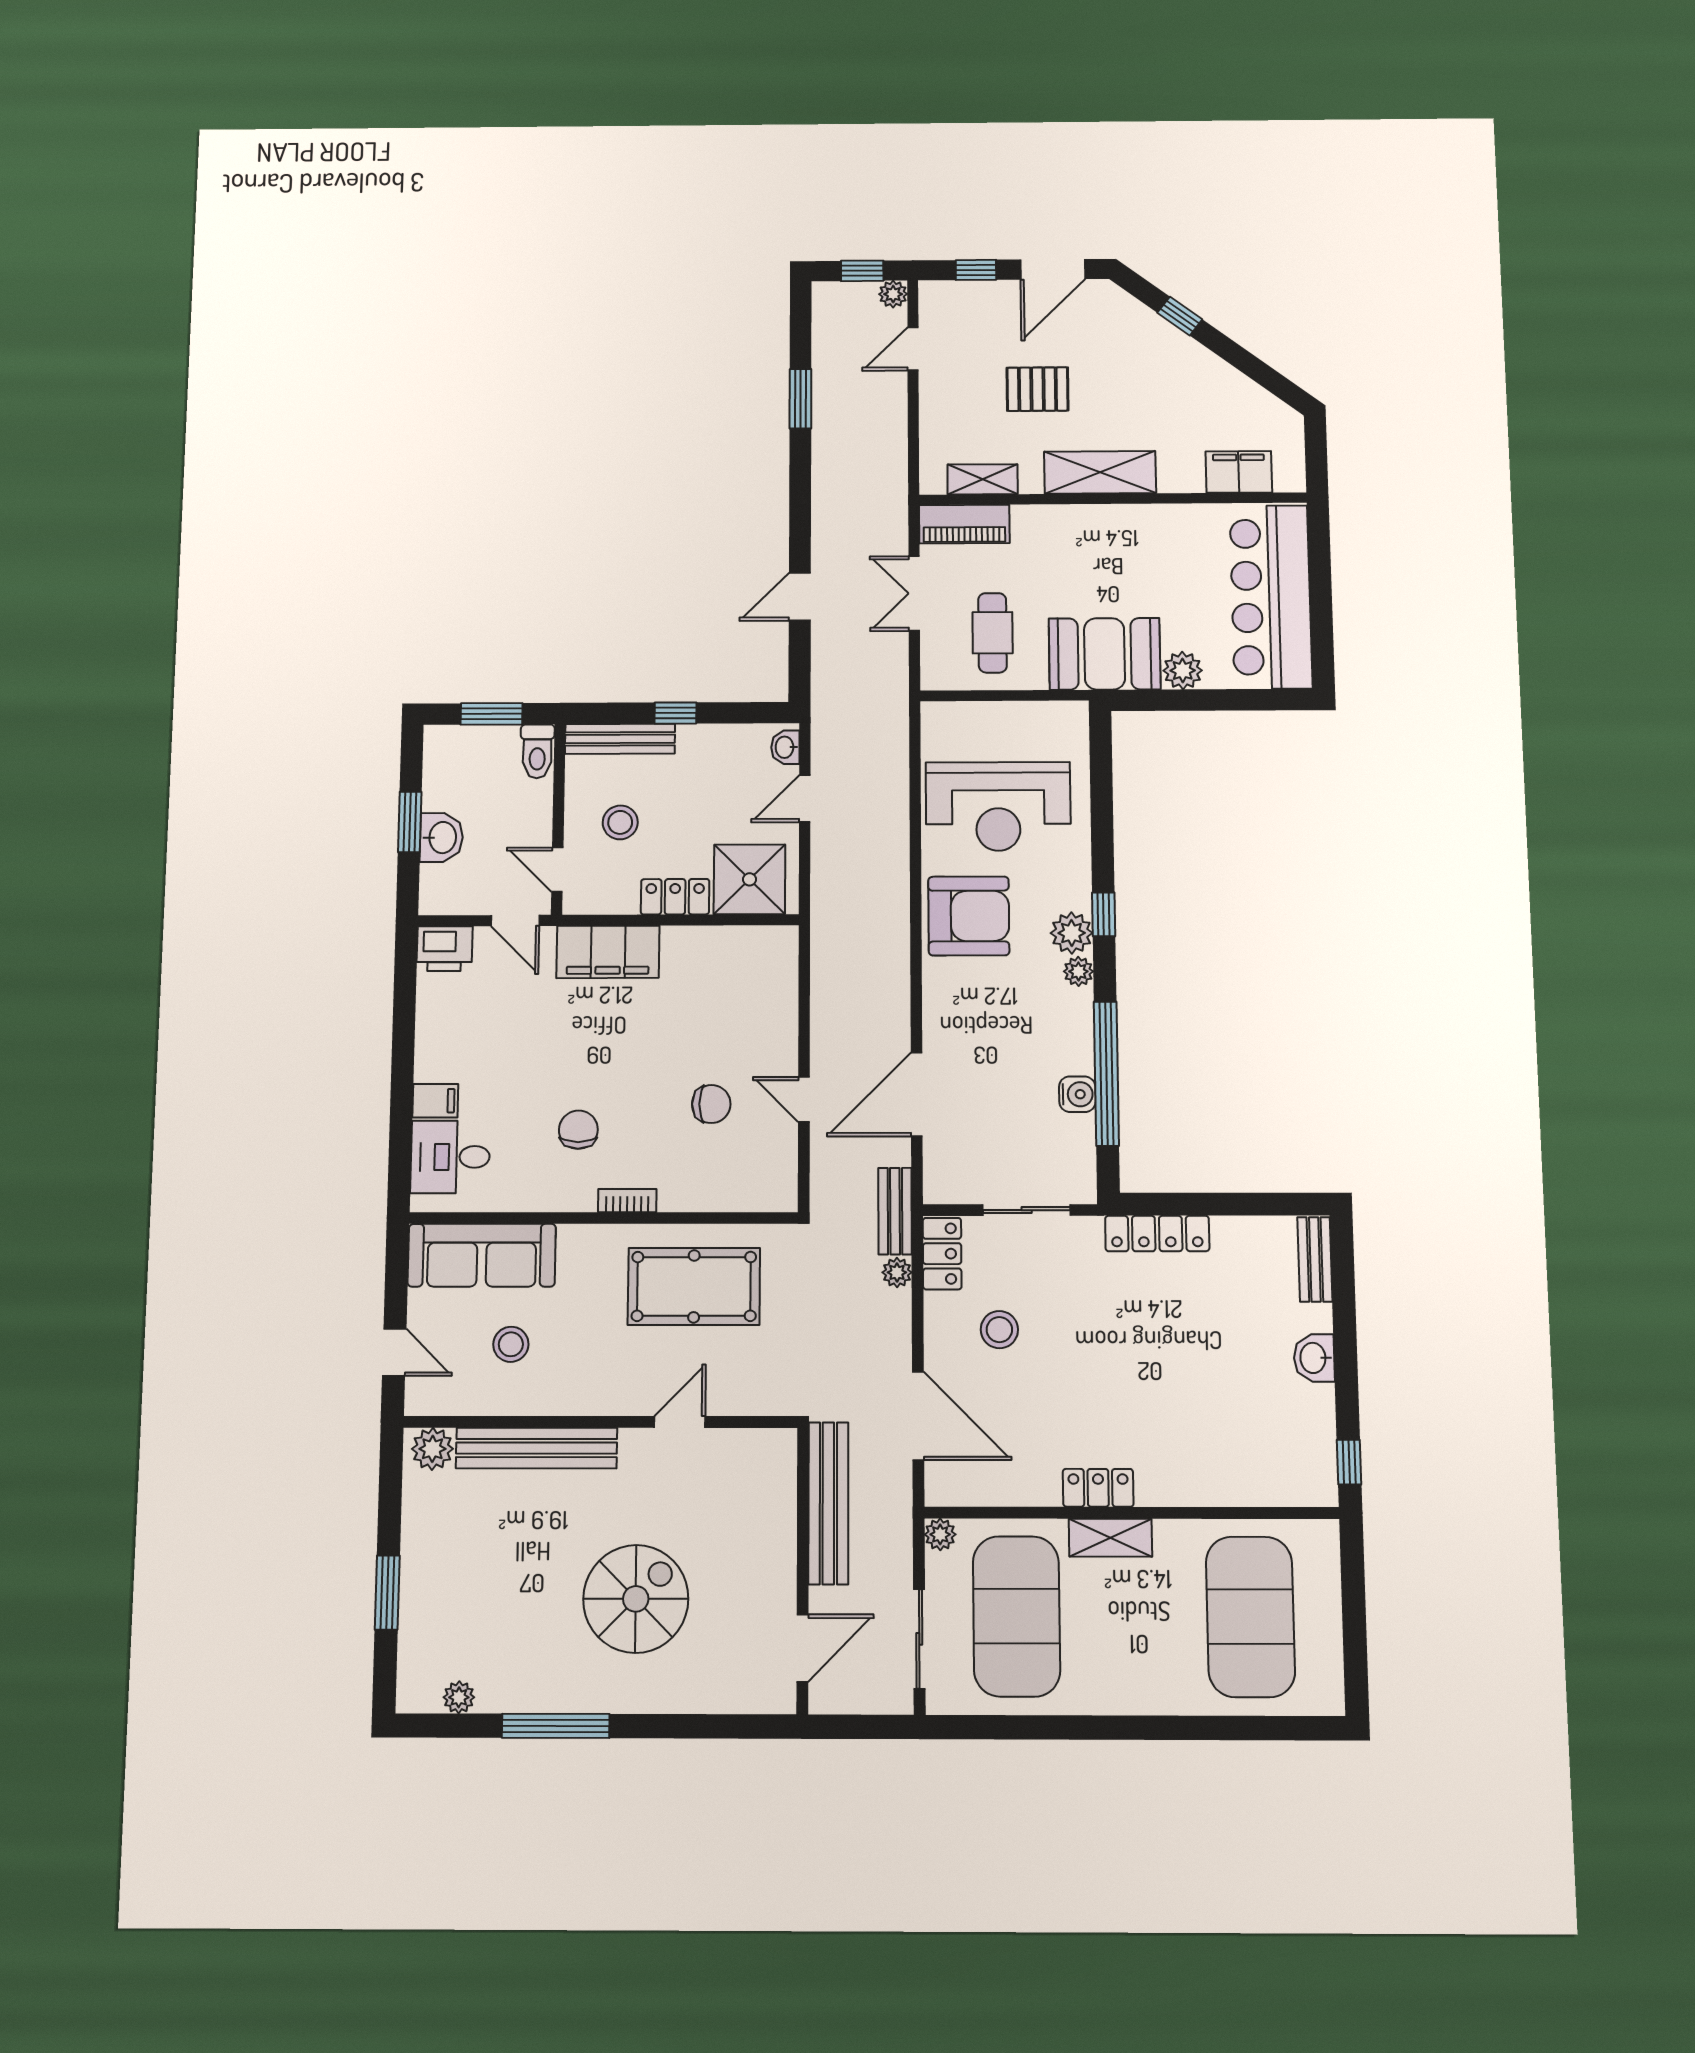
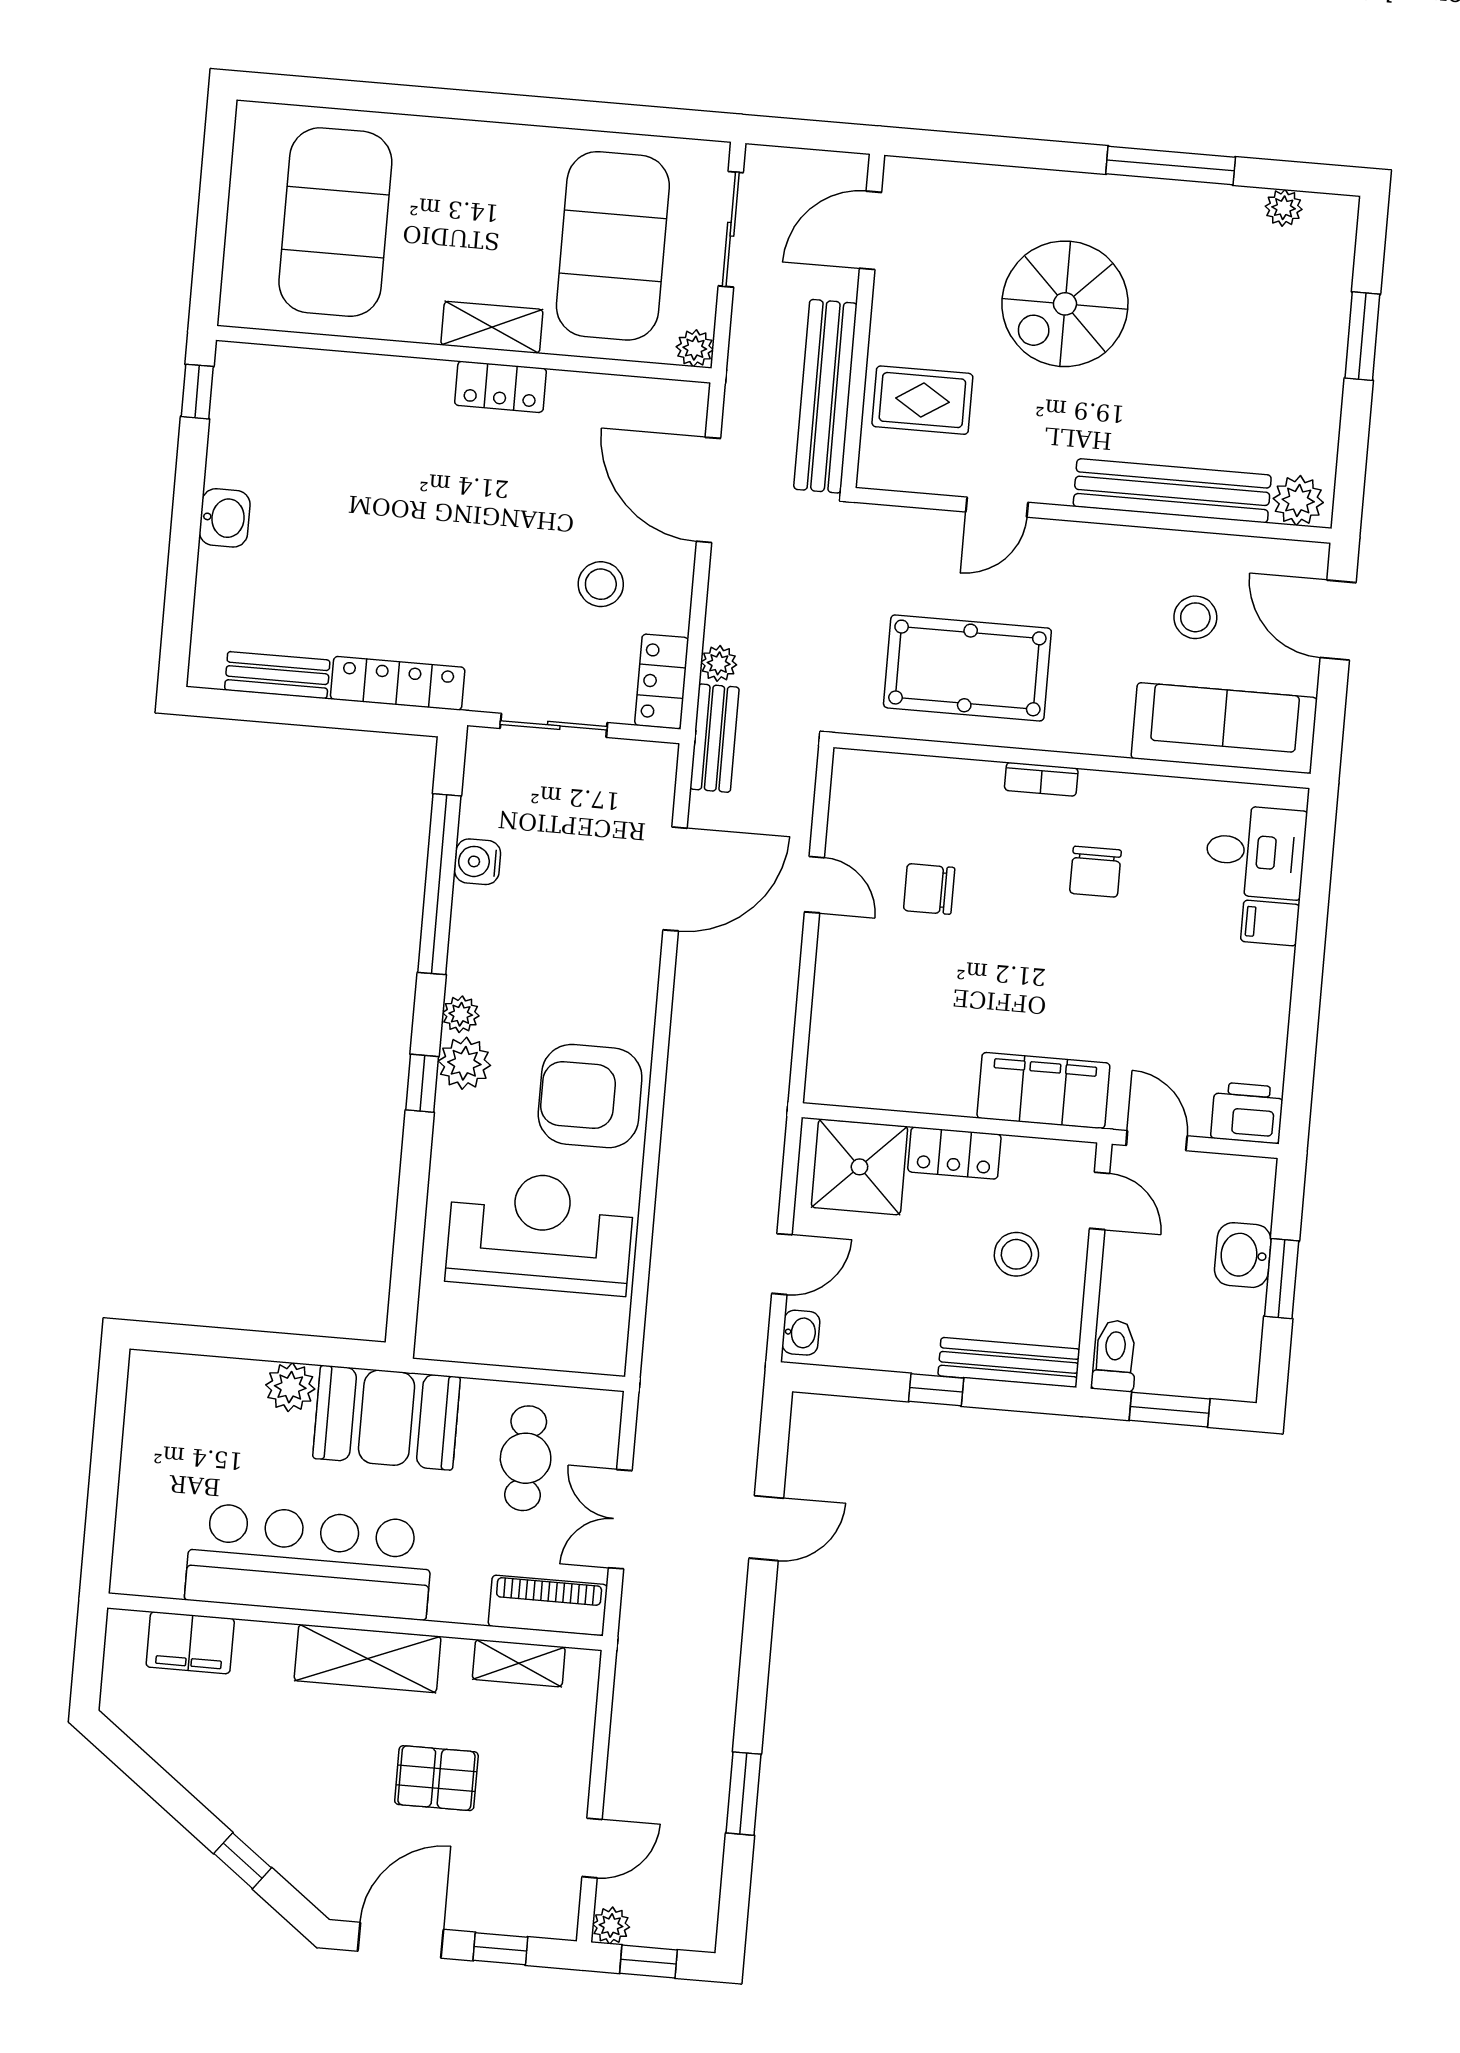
double door: (914, 593) -> (620, 1519), swing flipped
bar counter: (1271, 597) -> (309, 1561), moved, turned -90
bench: (1315, 1259) -> (277, 675), moved, turned 90
door: (394, 1352) -> (1338, 620), width x1.38
rug: (748, 1507) -> (922, 400), added

